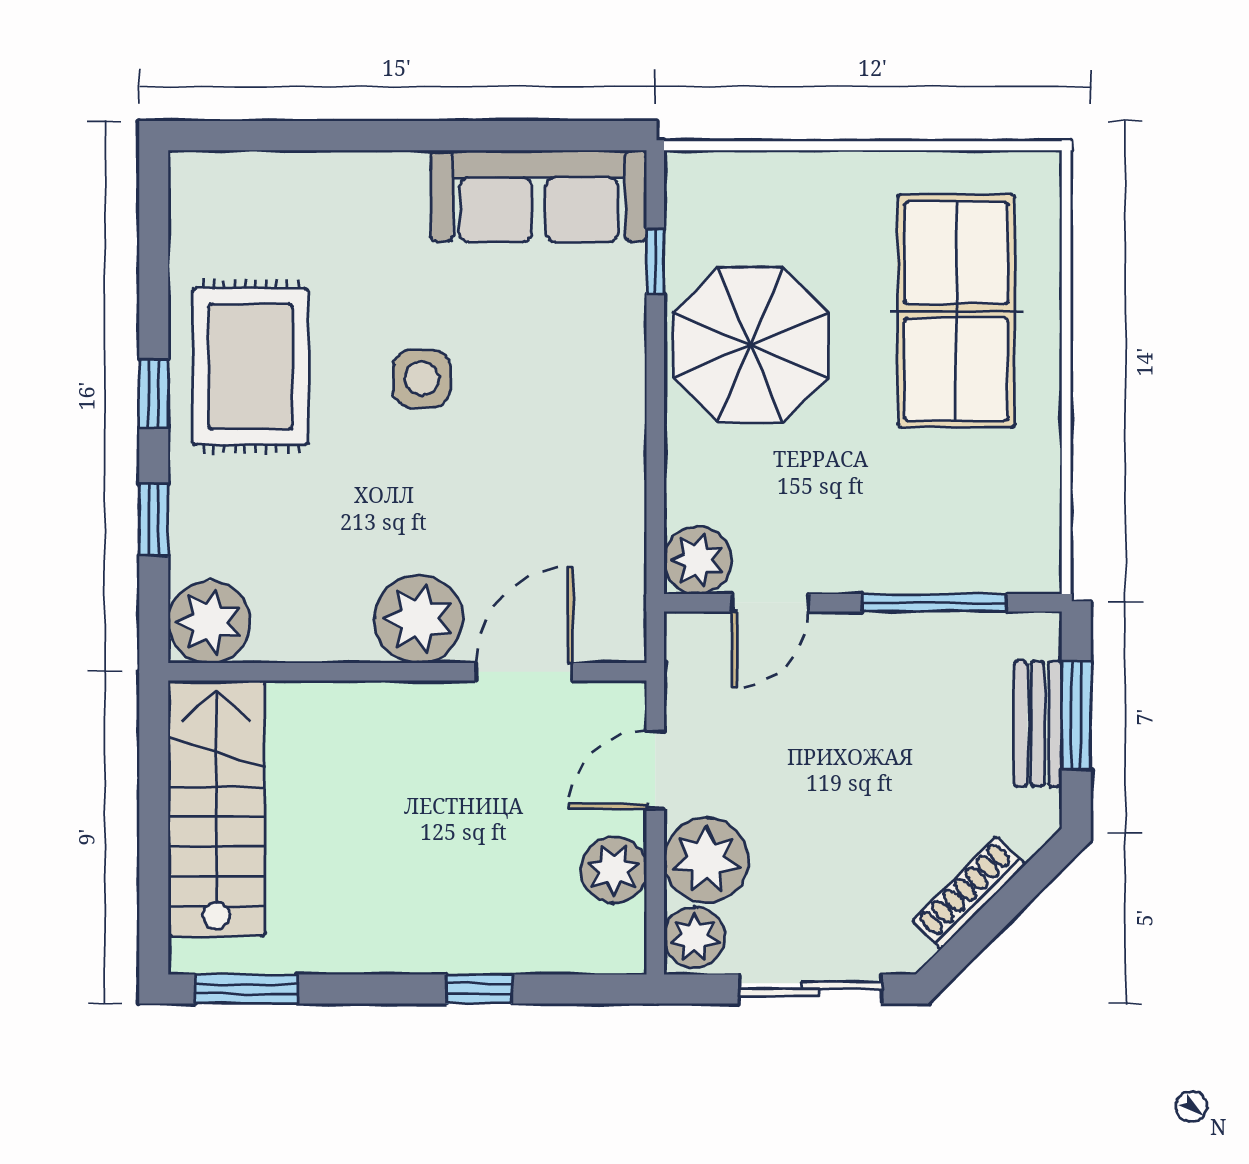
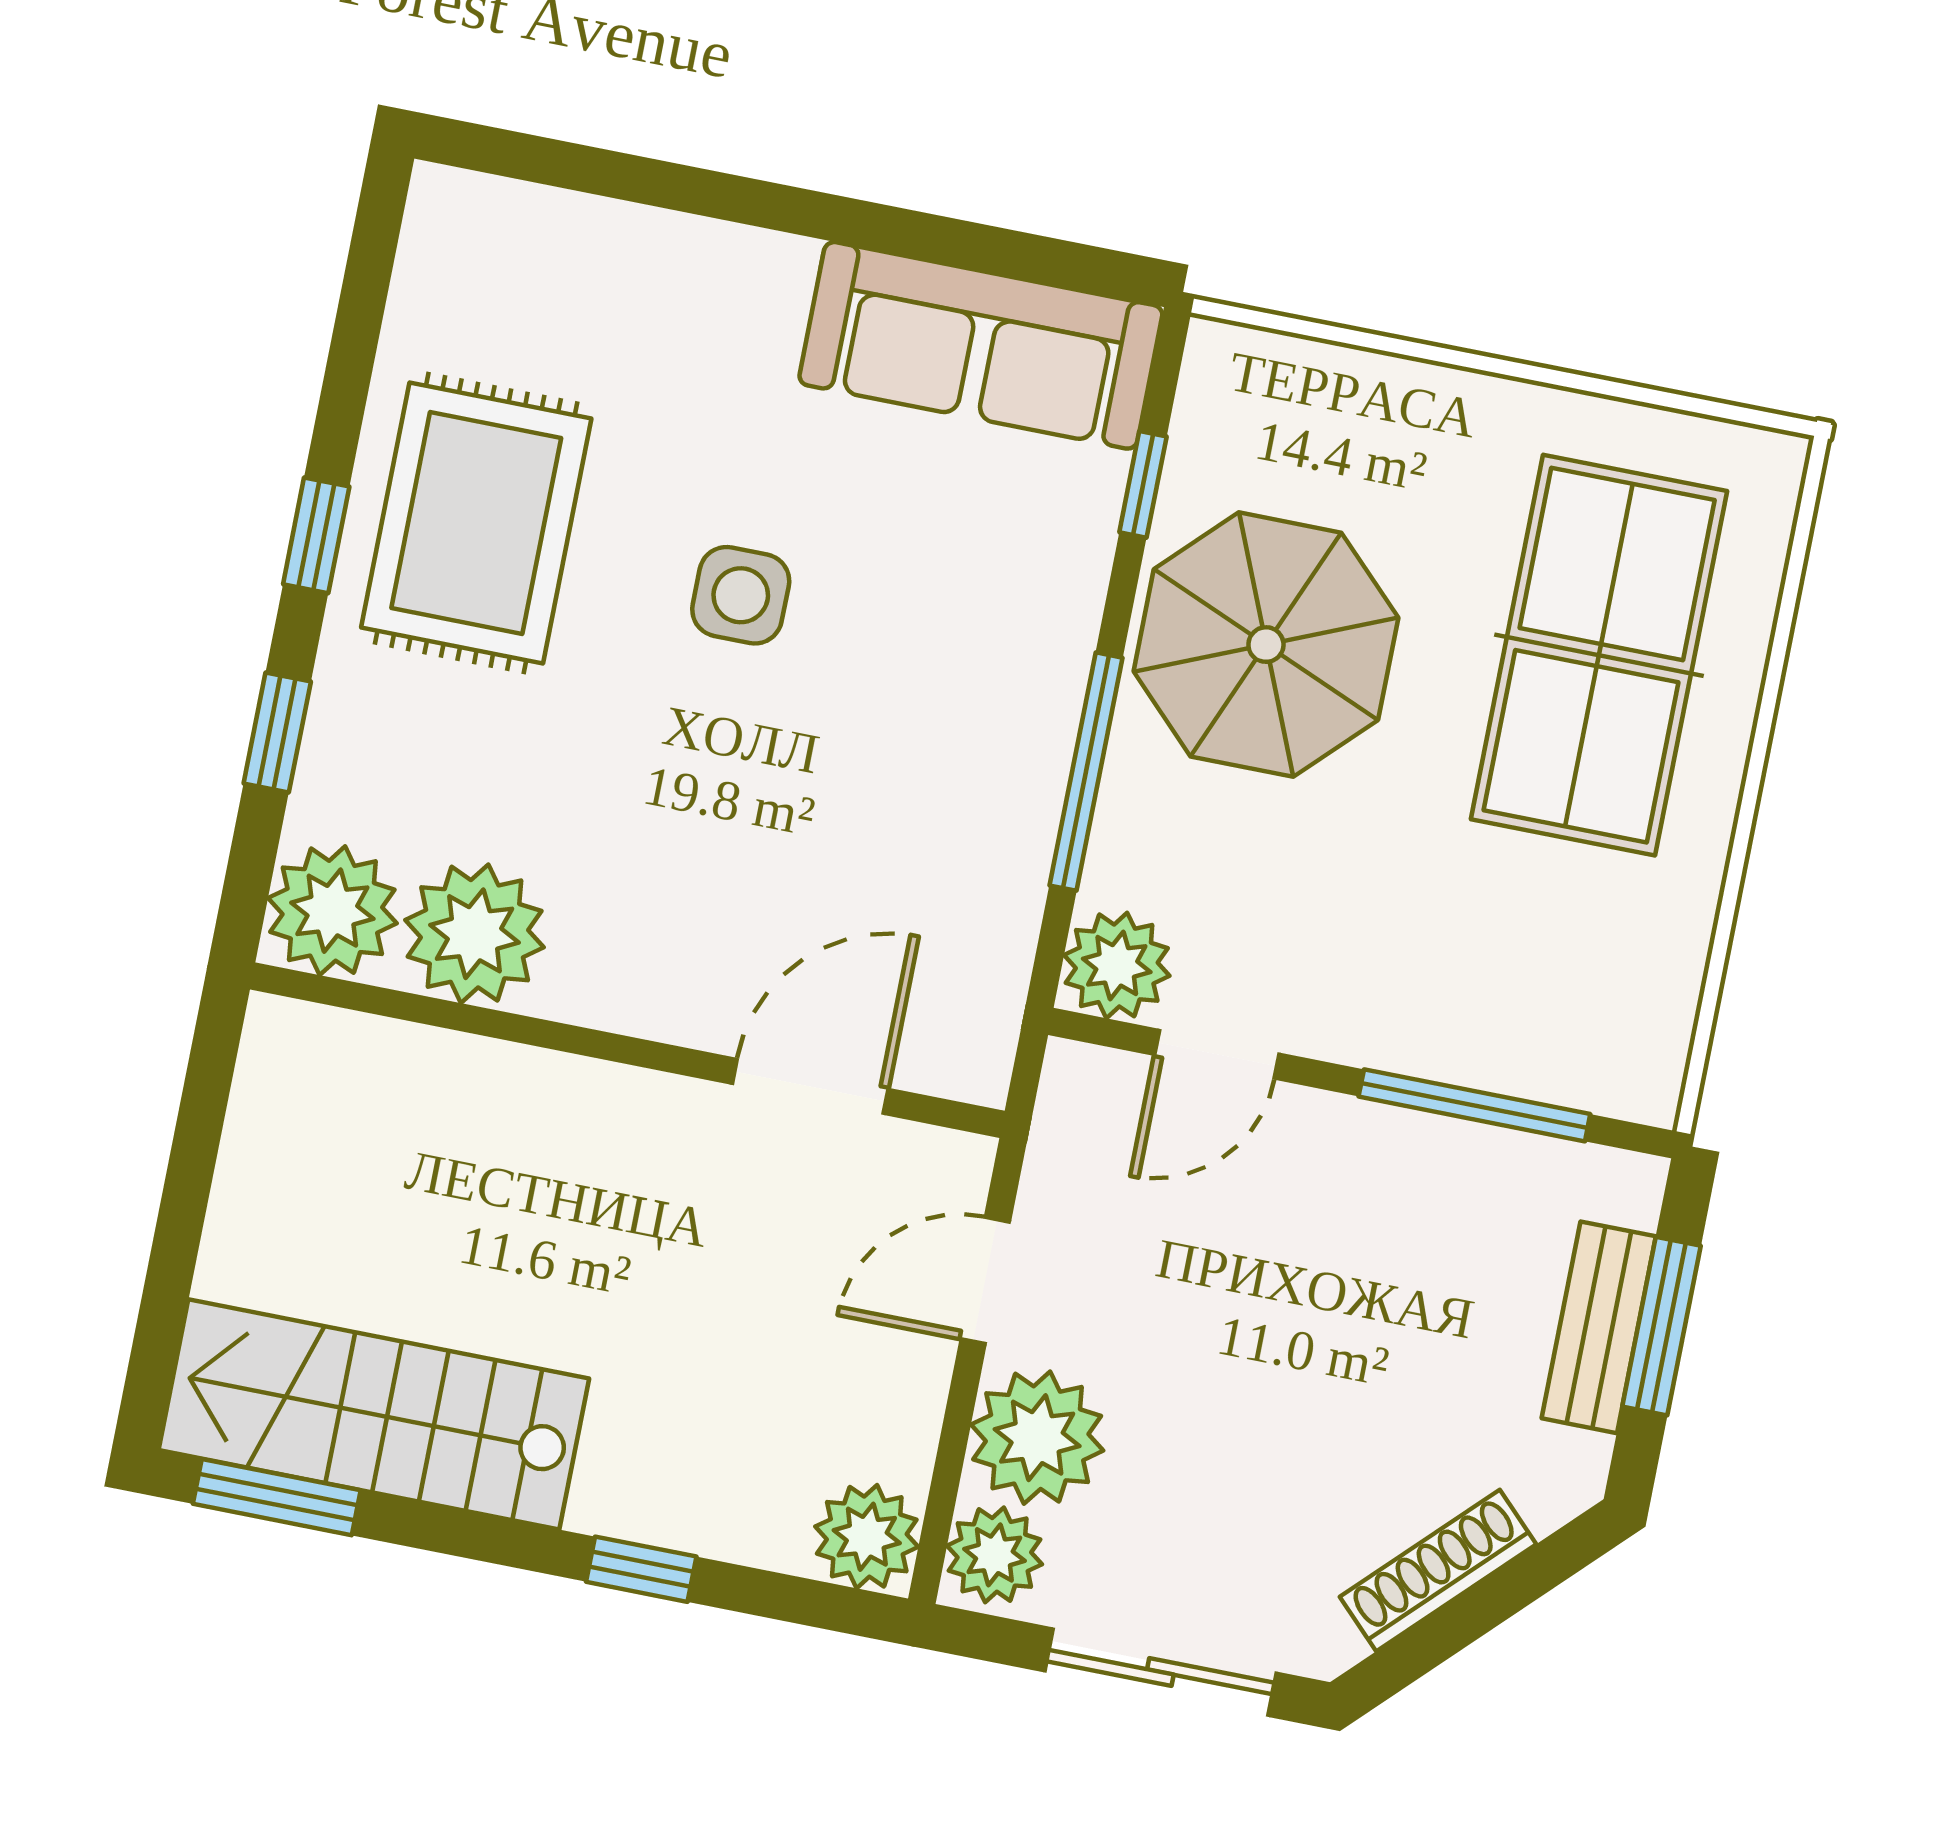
window: (655, 445) -> (1086, 772), added
plant: (419, 619) -> (475, 934), moved
stairs: (216, 808) -> (374, 1414), moved, turned -90
plant: (614, 870) -> (867, 1537), moved

